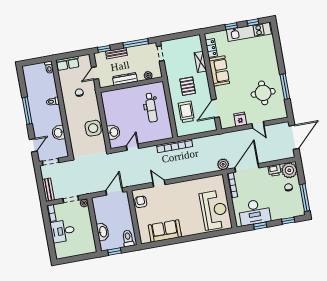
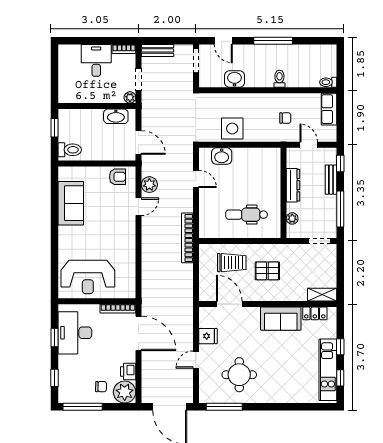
shelving: (200, 62) -> (322, 295), moved
window: (285, 87) -> (224, 407), moved
plant: (223, 164) -> (149, 185), moved
washbasin: (103, 232) -> (116, 116), moved

